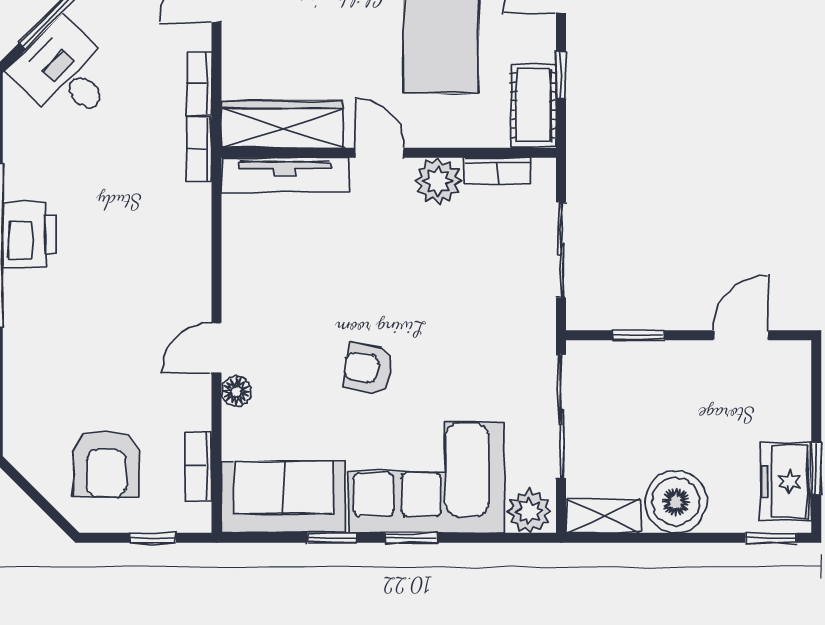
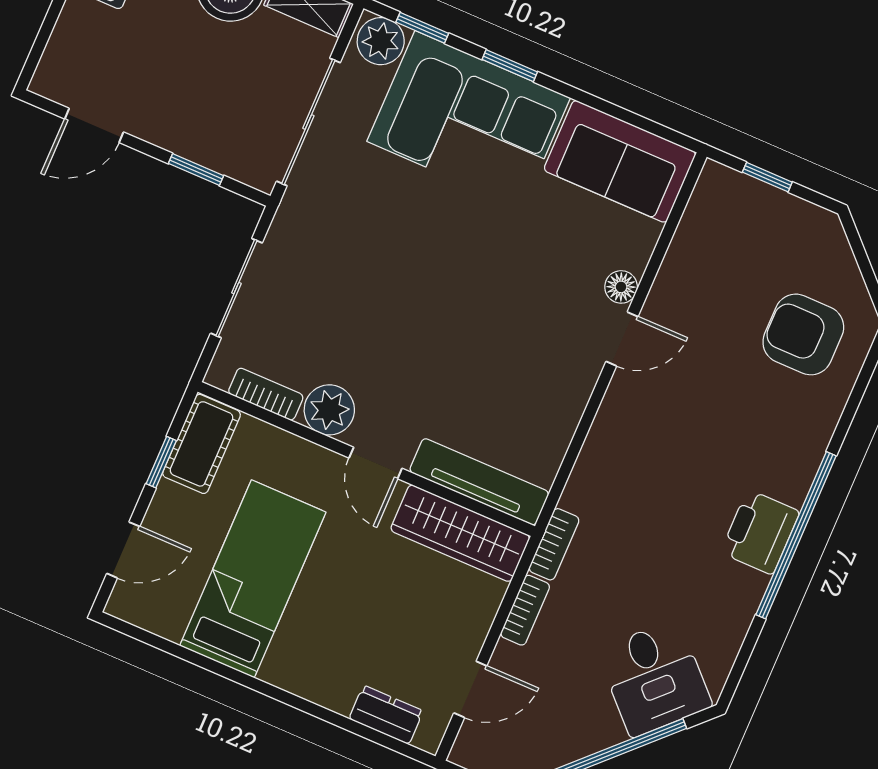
armchair: (368, 369) -> (480, 253), removed
armchair: (106, 464) -> (803, 334), moved, turned -90
bookcase: (198, 466) -> (691, 229), removed
window: (332, 538) -> (422, 28), moved

